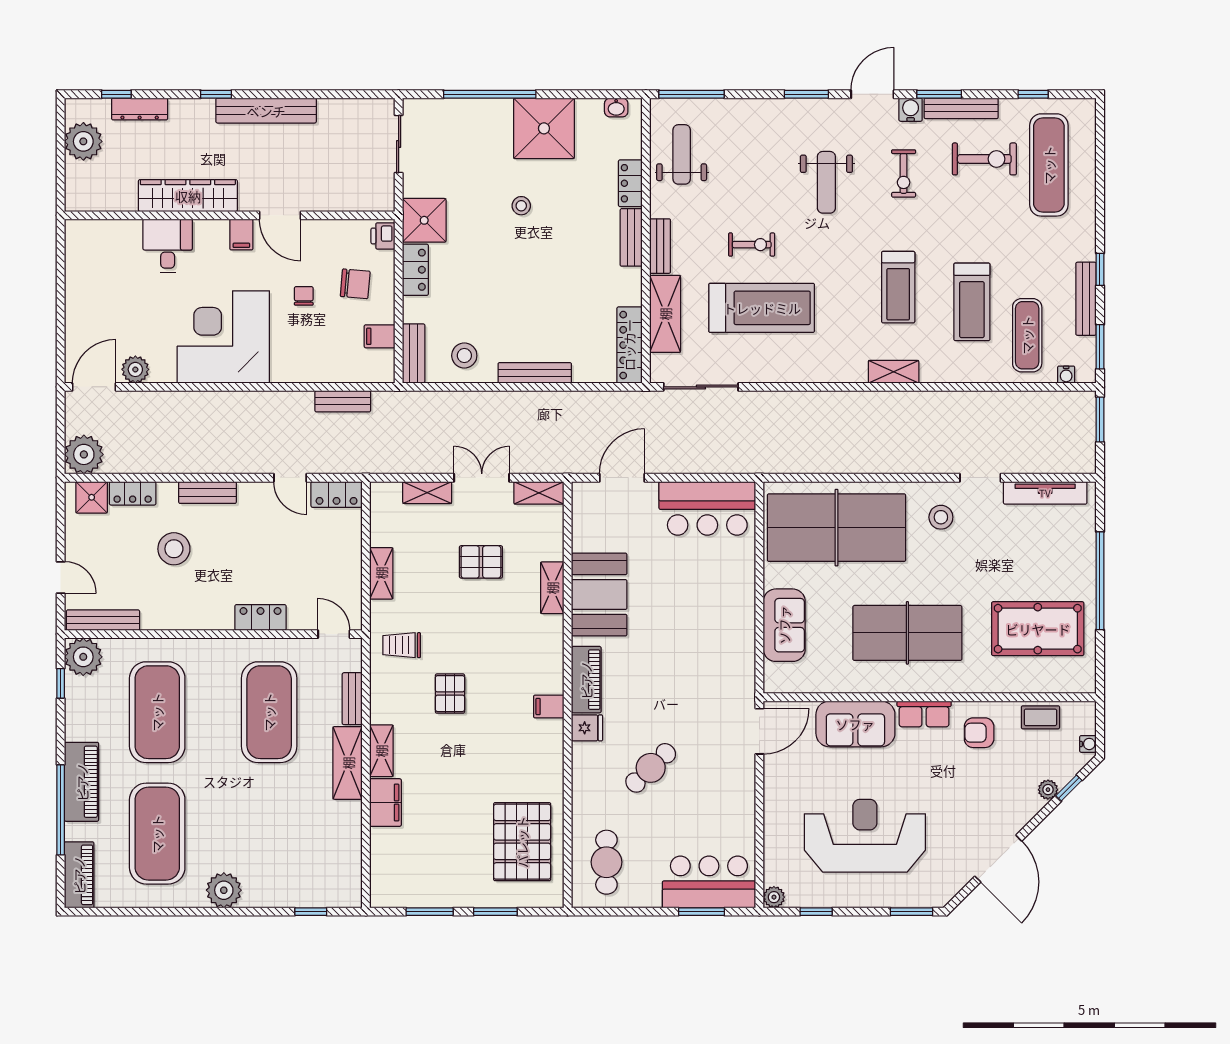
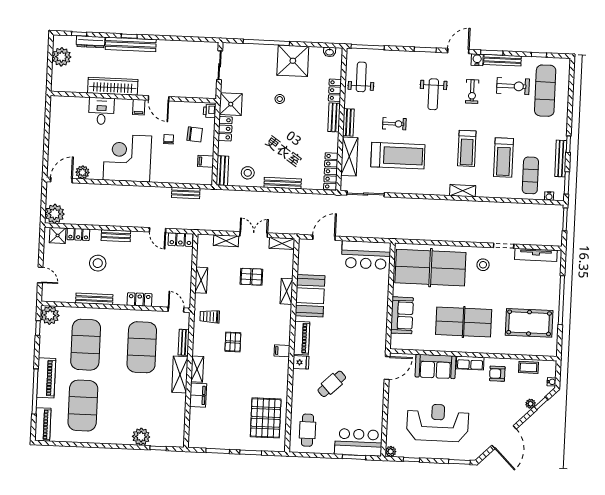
bench: (266, 111) -> (131, 44), moved
bench: (103, 620) -> (94, 299), moved
plant: (224, 890) -> (141, 437), moved

